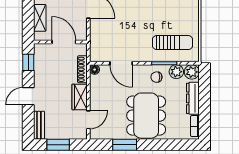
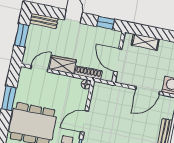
door: (64, 42) -> (118, 60), swing flipped
door: (121, 63) -> (85, 122), moved
door: (88, 120) -> (39, 69), swing flipped

